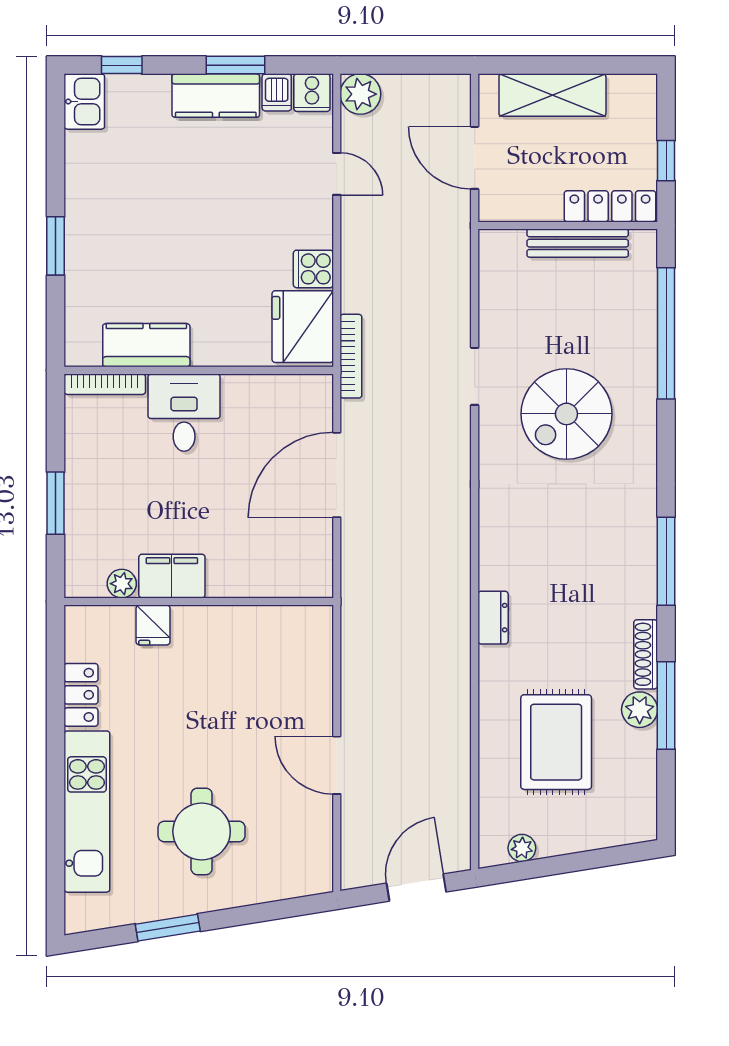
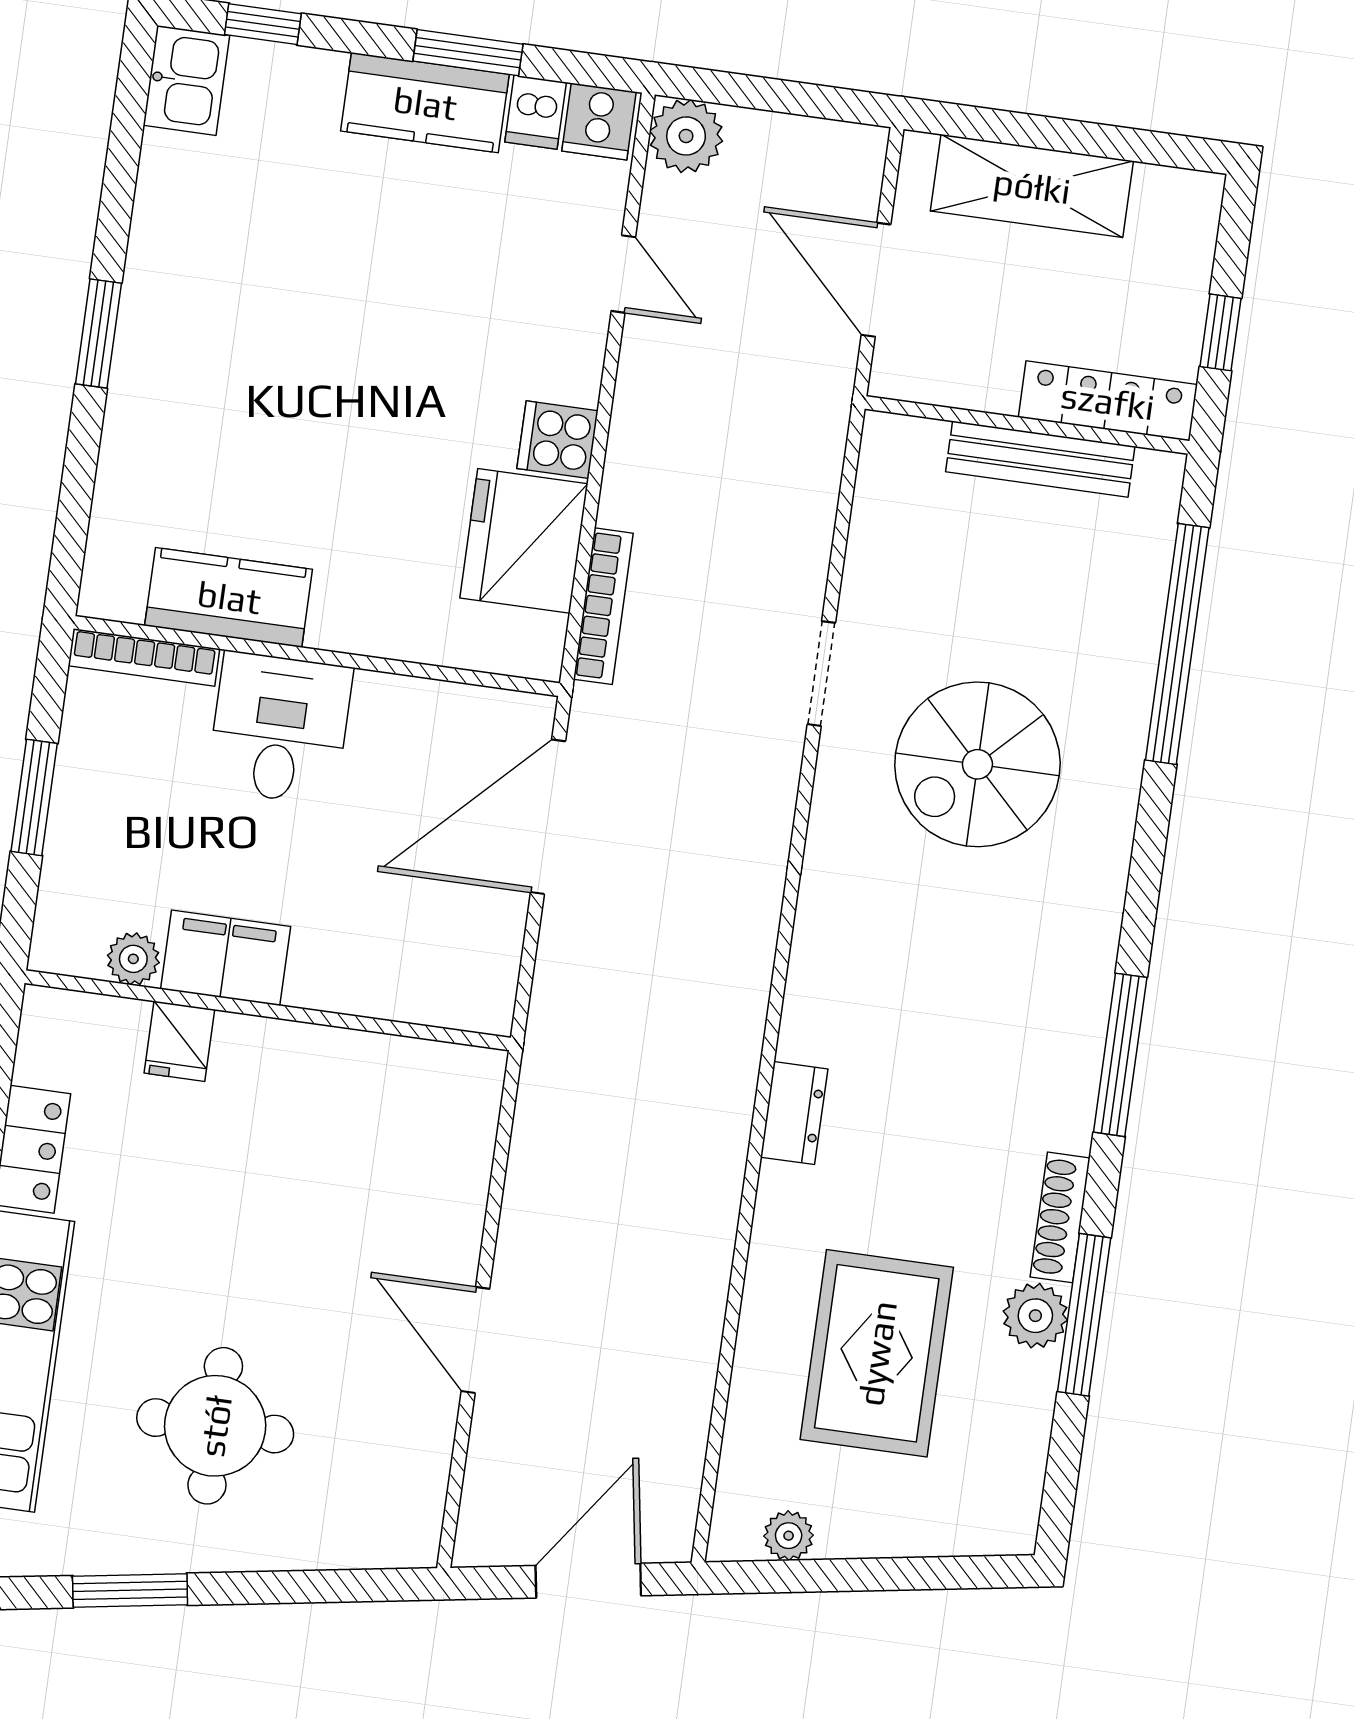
kitchen counter: (146, 345) -> (229, 597), moved
wall: (199, 370) -> (317, 656), moved
bookcase: (105, 384) -> (144, 657), moved
desk: (184, 413) -> (280, 728), moved

